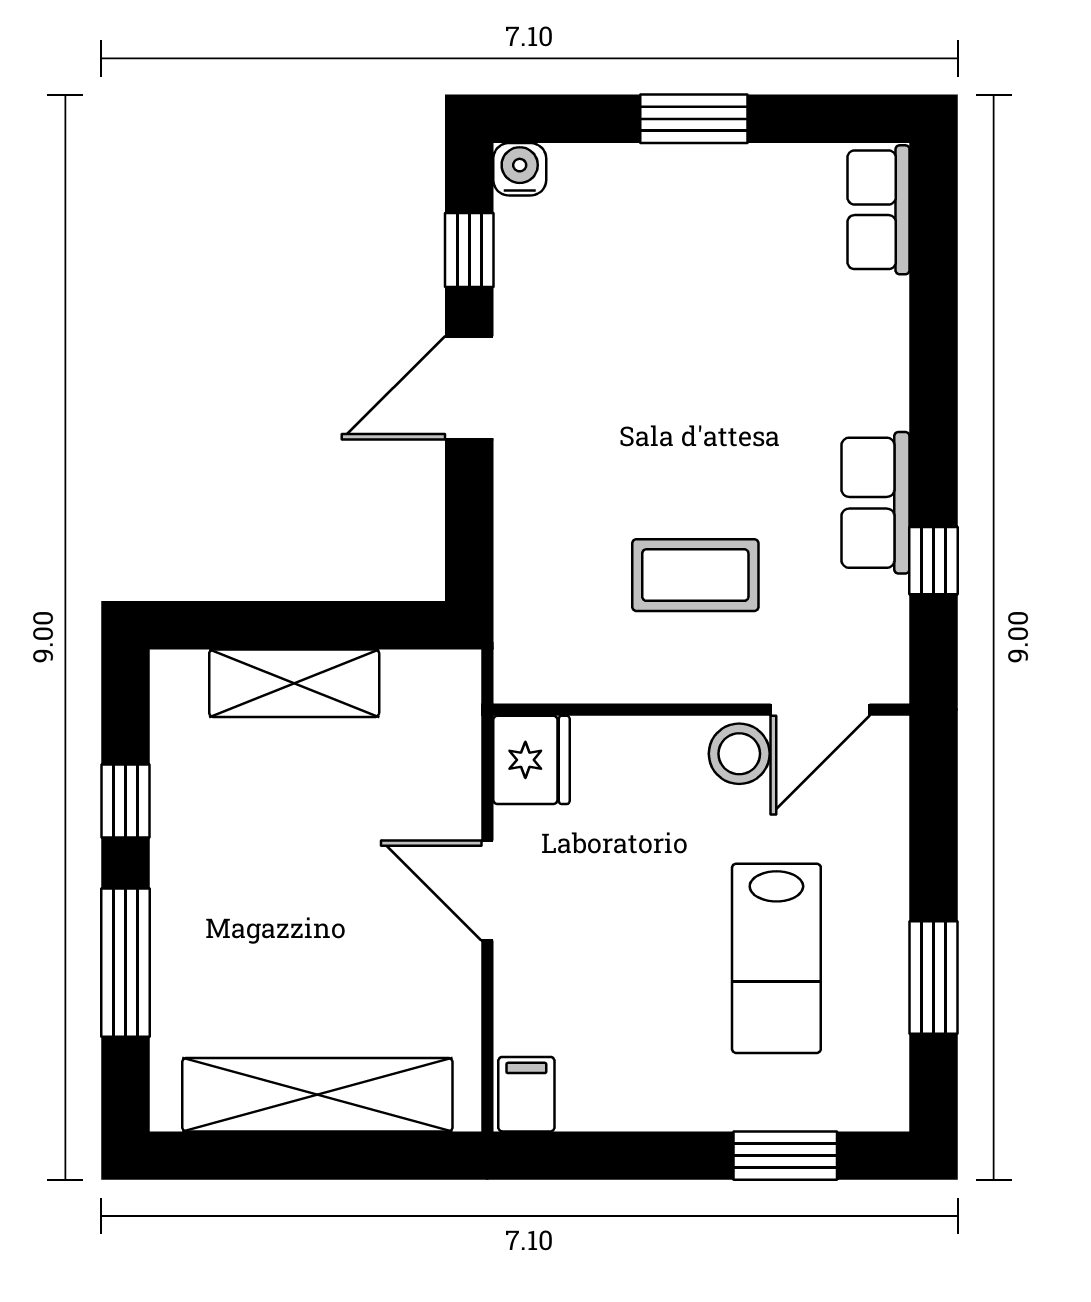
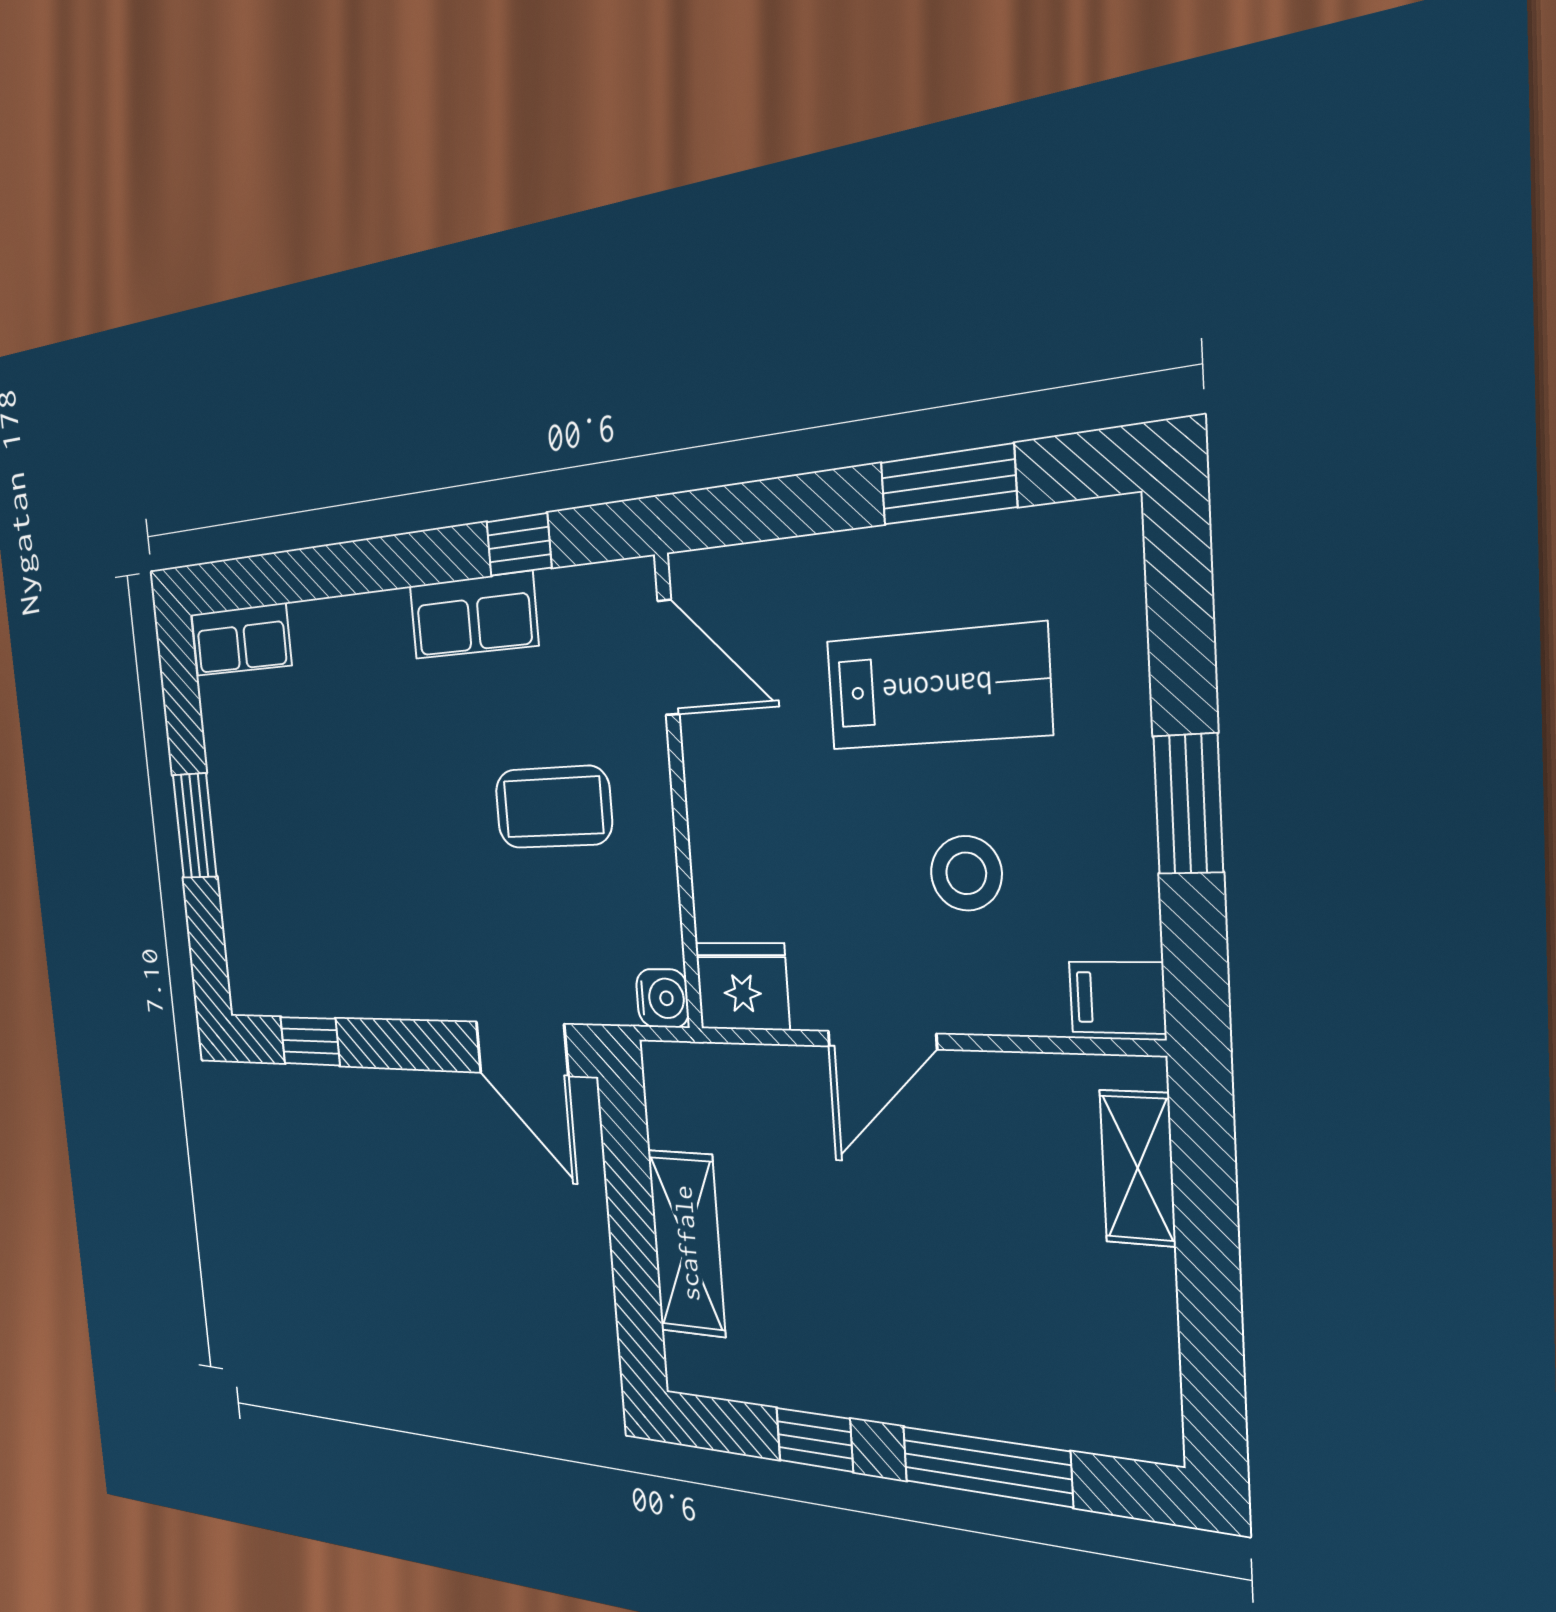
water cooler: (520, 169) -> (662, 998), moved, turned 180
door: (469, 388) -> (522, 1049), moved
coffee table: (695, 575) -> (553, 807), turned 90
stool: (739, 754) -> (966, 873), moved
shelving: (317, 1095) -> (1138, 1168), width x0.45, depth x0.75
window: (785, 1156) -> (1188, 804), moved

